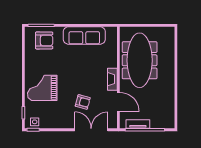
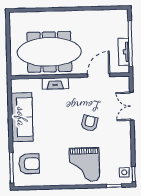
armchair: (44, 40) -> (29, 164), turned 90
fireplace: (112, 79) -> (55, 83), moved
armchair: (83, 102) -> (89, 123), moved
double door: (91, 130) -> (132, 106), width x0.73

